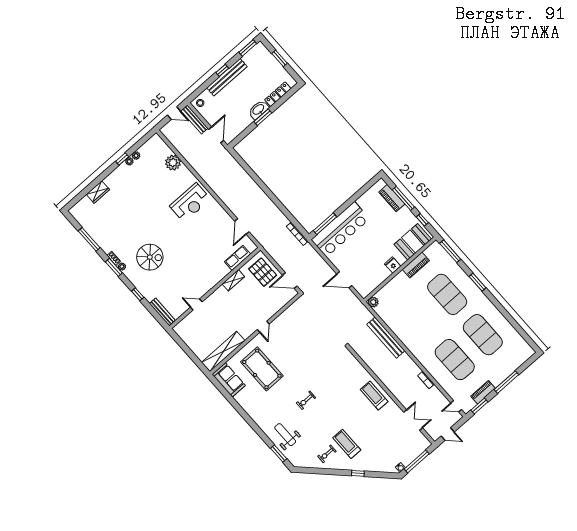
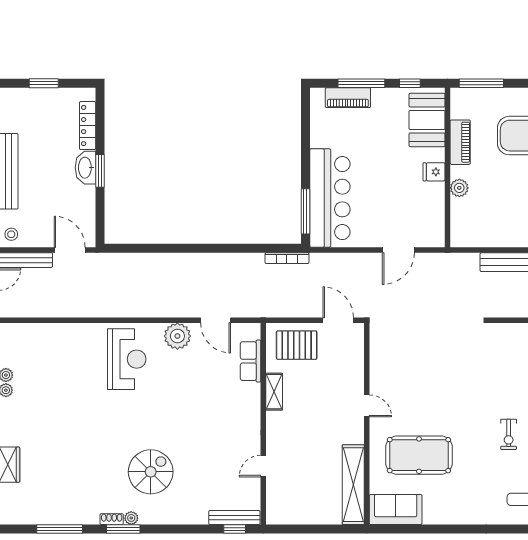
plant: (173, 163) -> (177, 336), moved
door: (290, 281) -> (338, 320), swing flipped
window: (138, 294) -> (235, 529), moved
plant: (373, 302) -> (459, 188), moved

